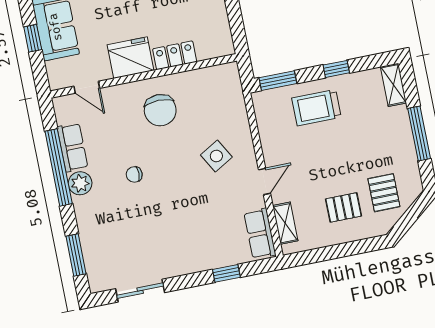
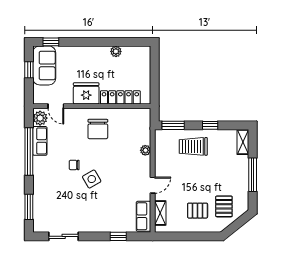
locker: (175, 55) -> (120, 97), width x1.53
plant: (242, 129) -> (145, 150), added
side table: (216, 156) -> (92, 179), moved
plant: (80, 183) -> (40, 118), moved

